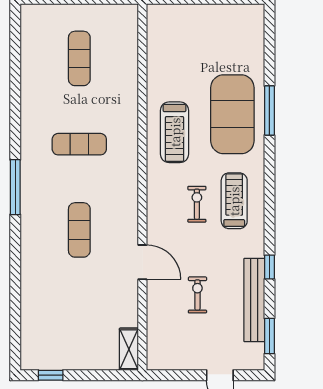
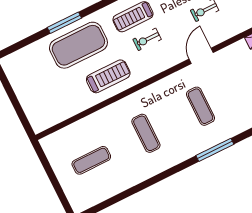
window: (15, 187) -> (215, 150), moved
exercise mat: (79, 230) -> (201, 106), turned 90

